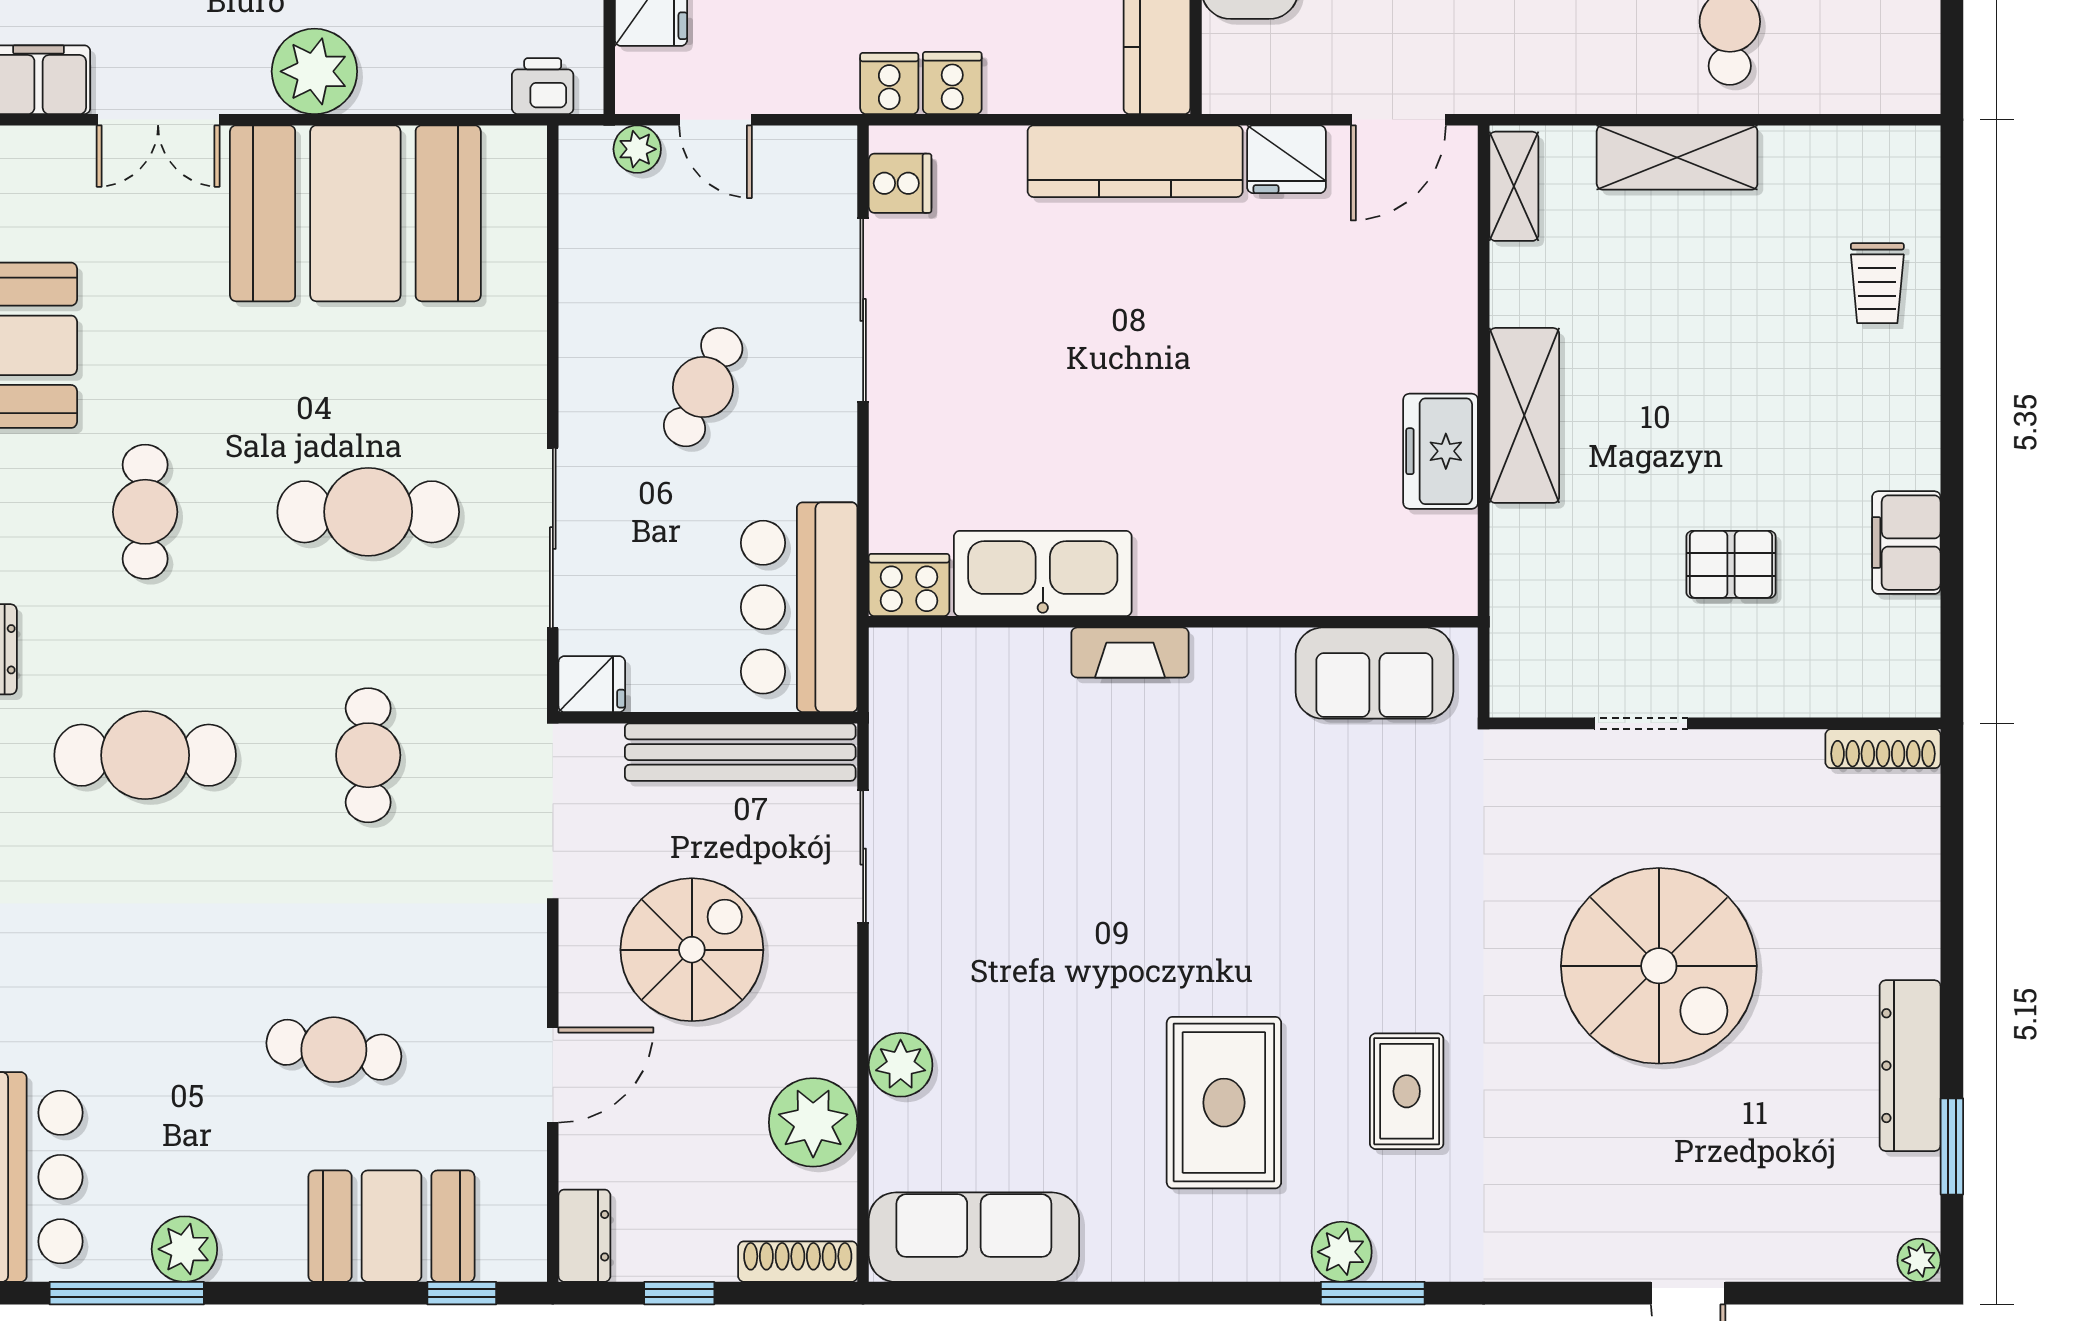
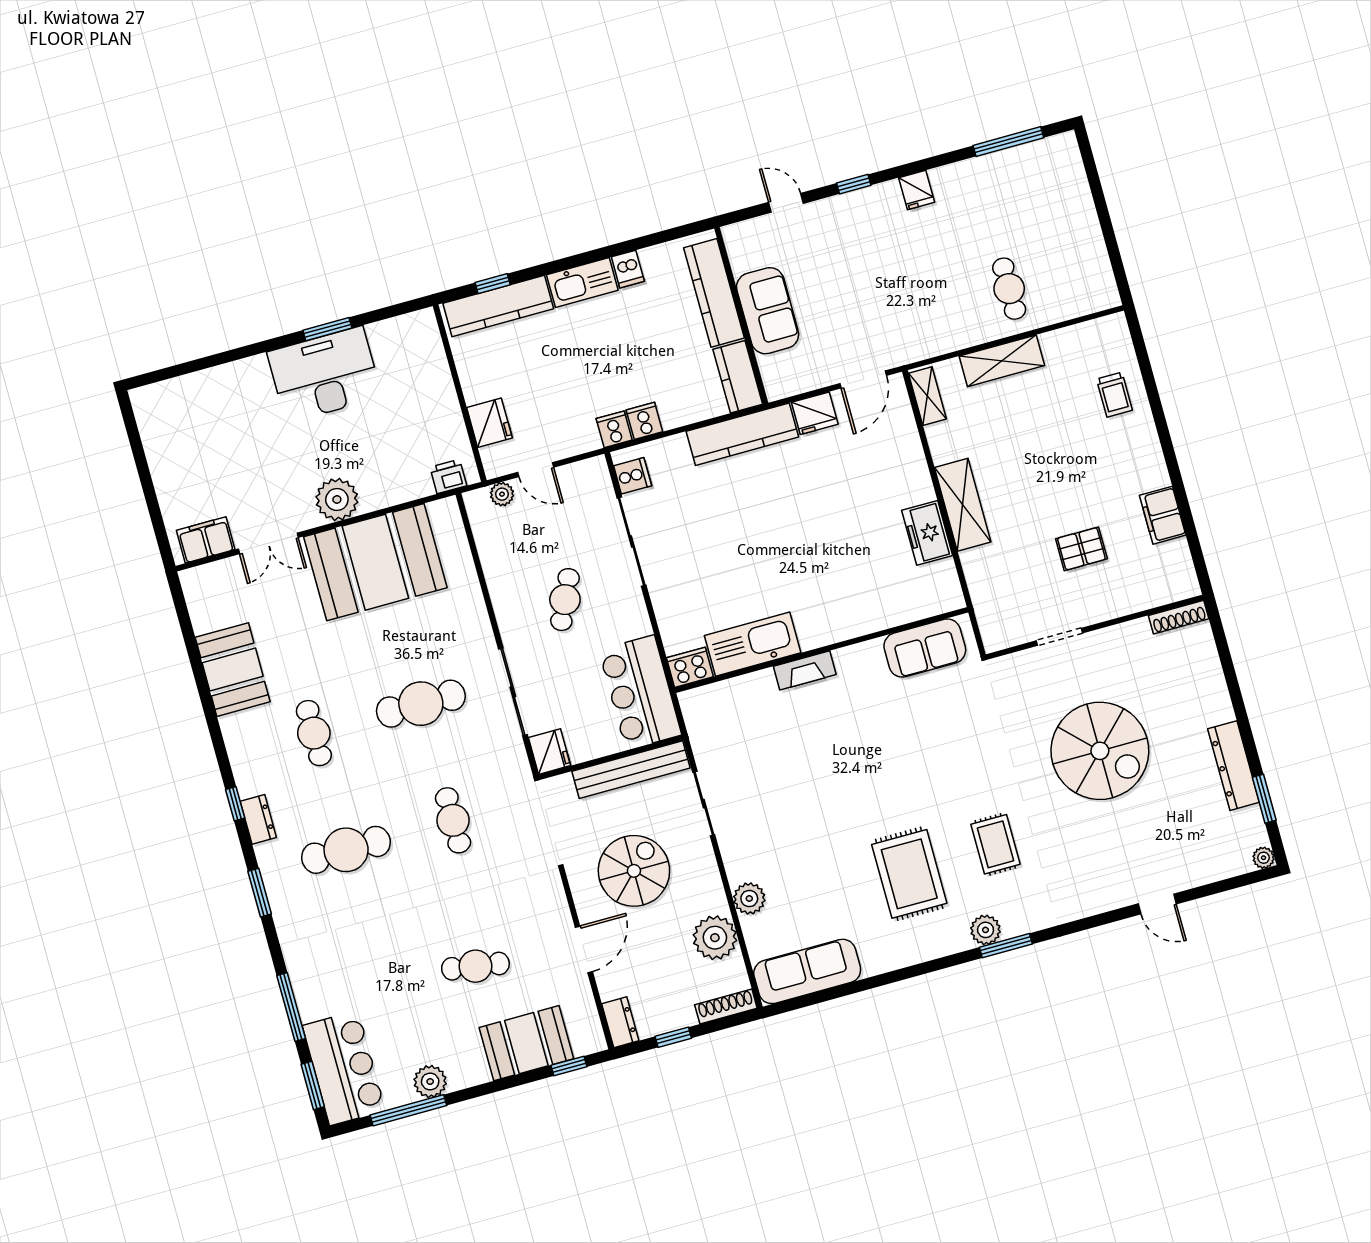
fridge: (592, 684) -> (549, 752), width x1.38

